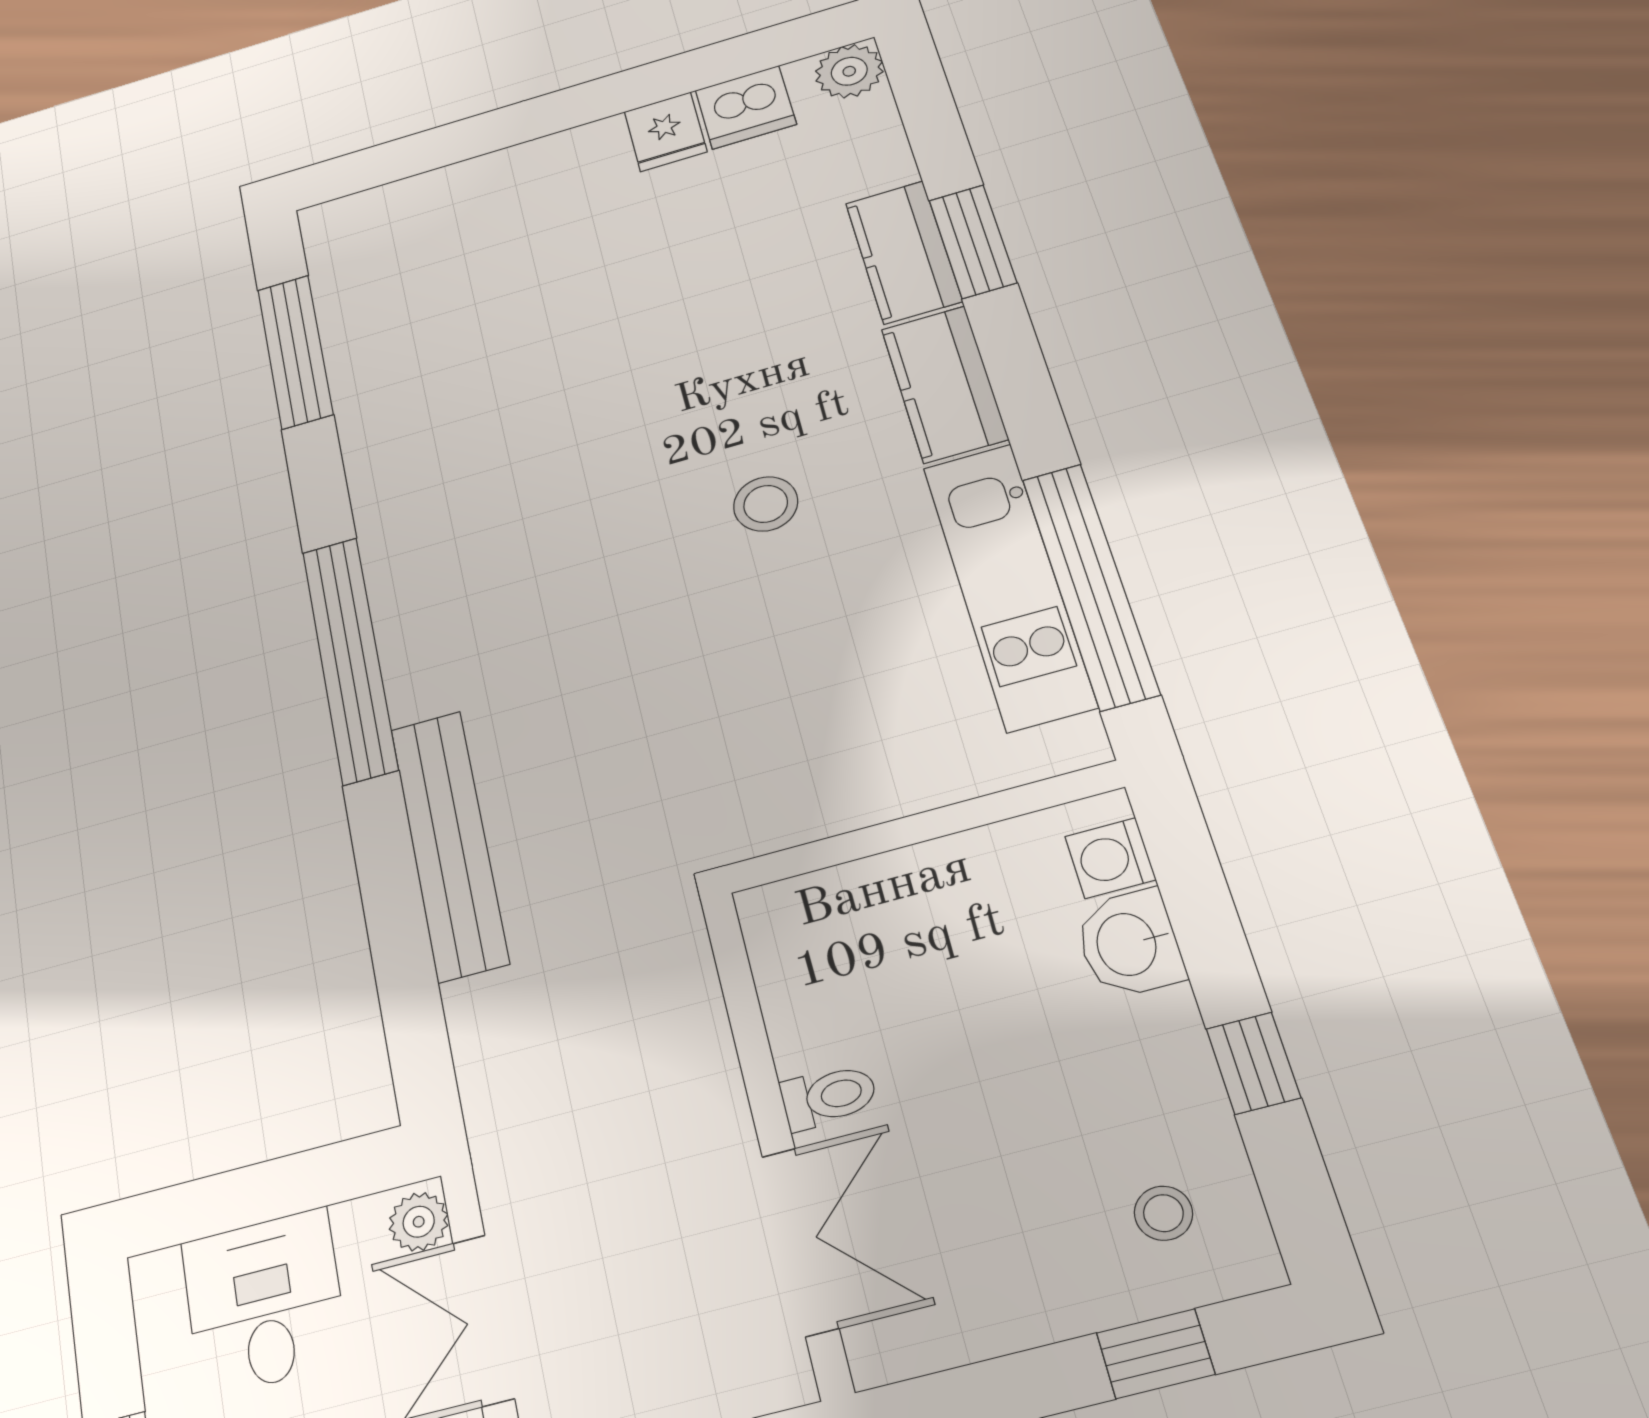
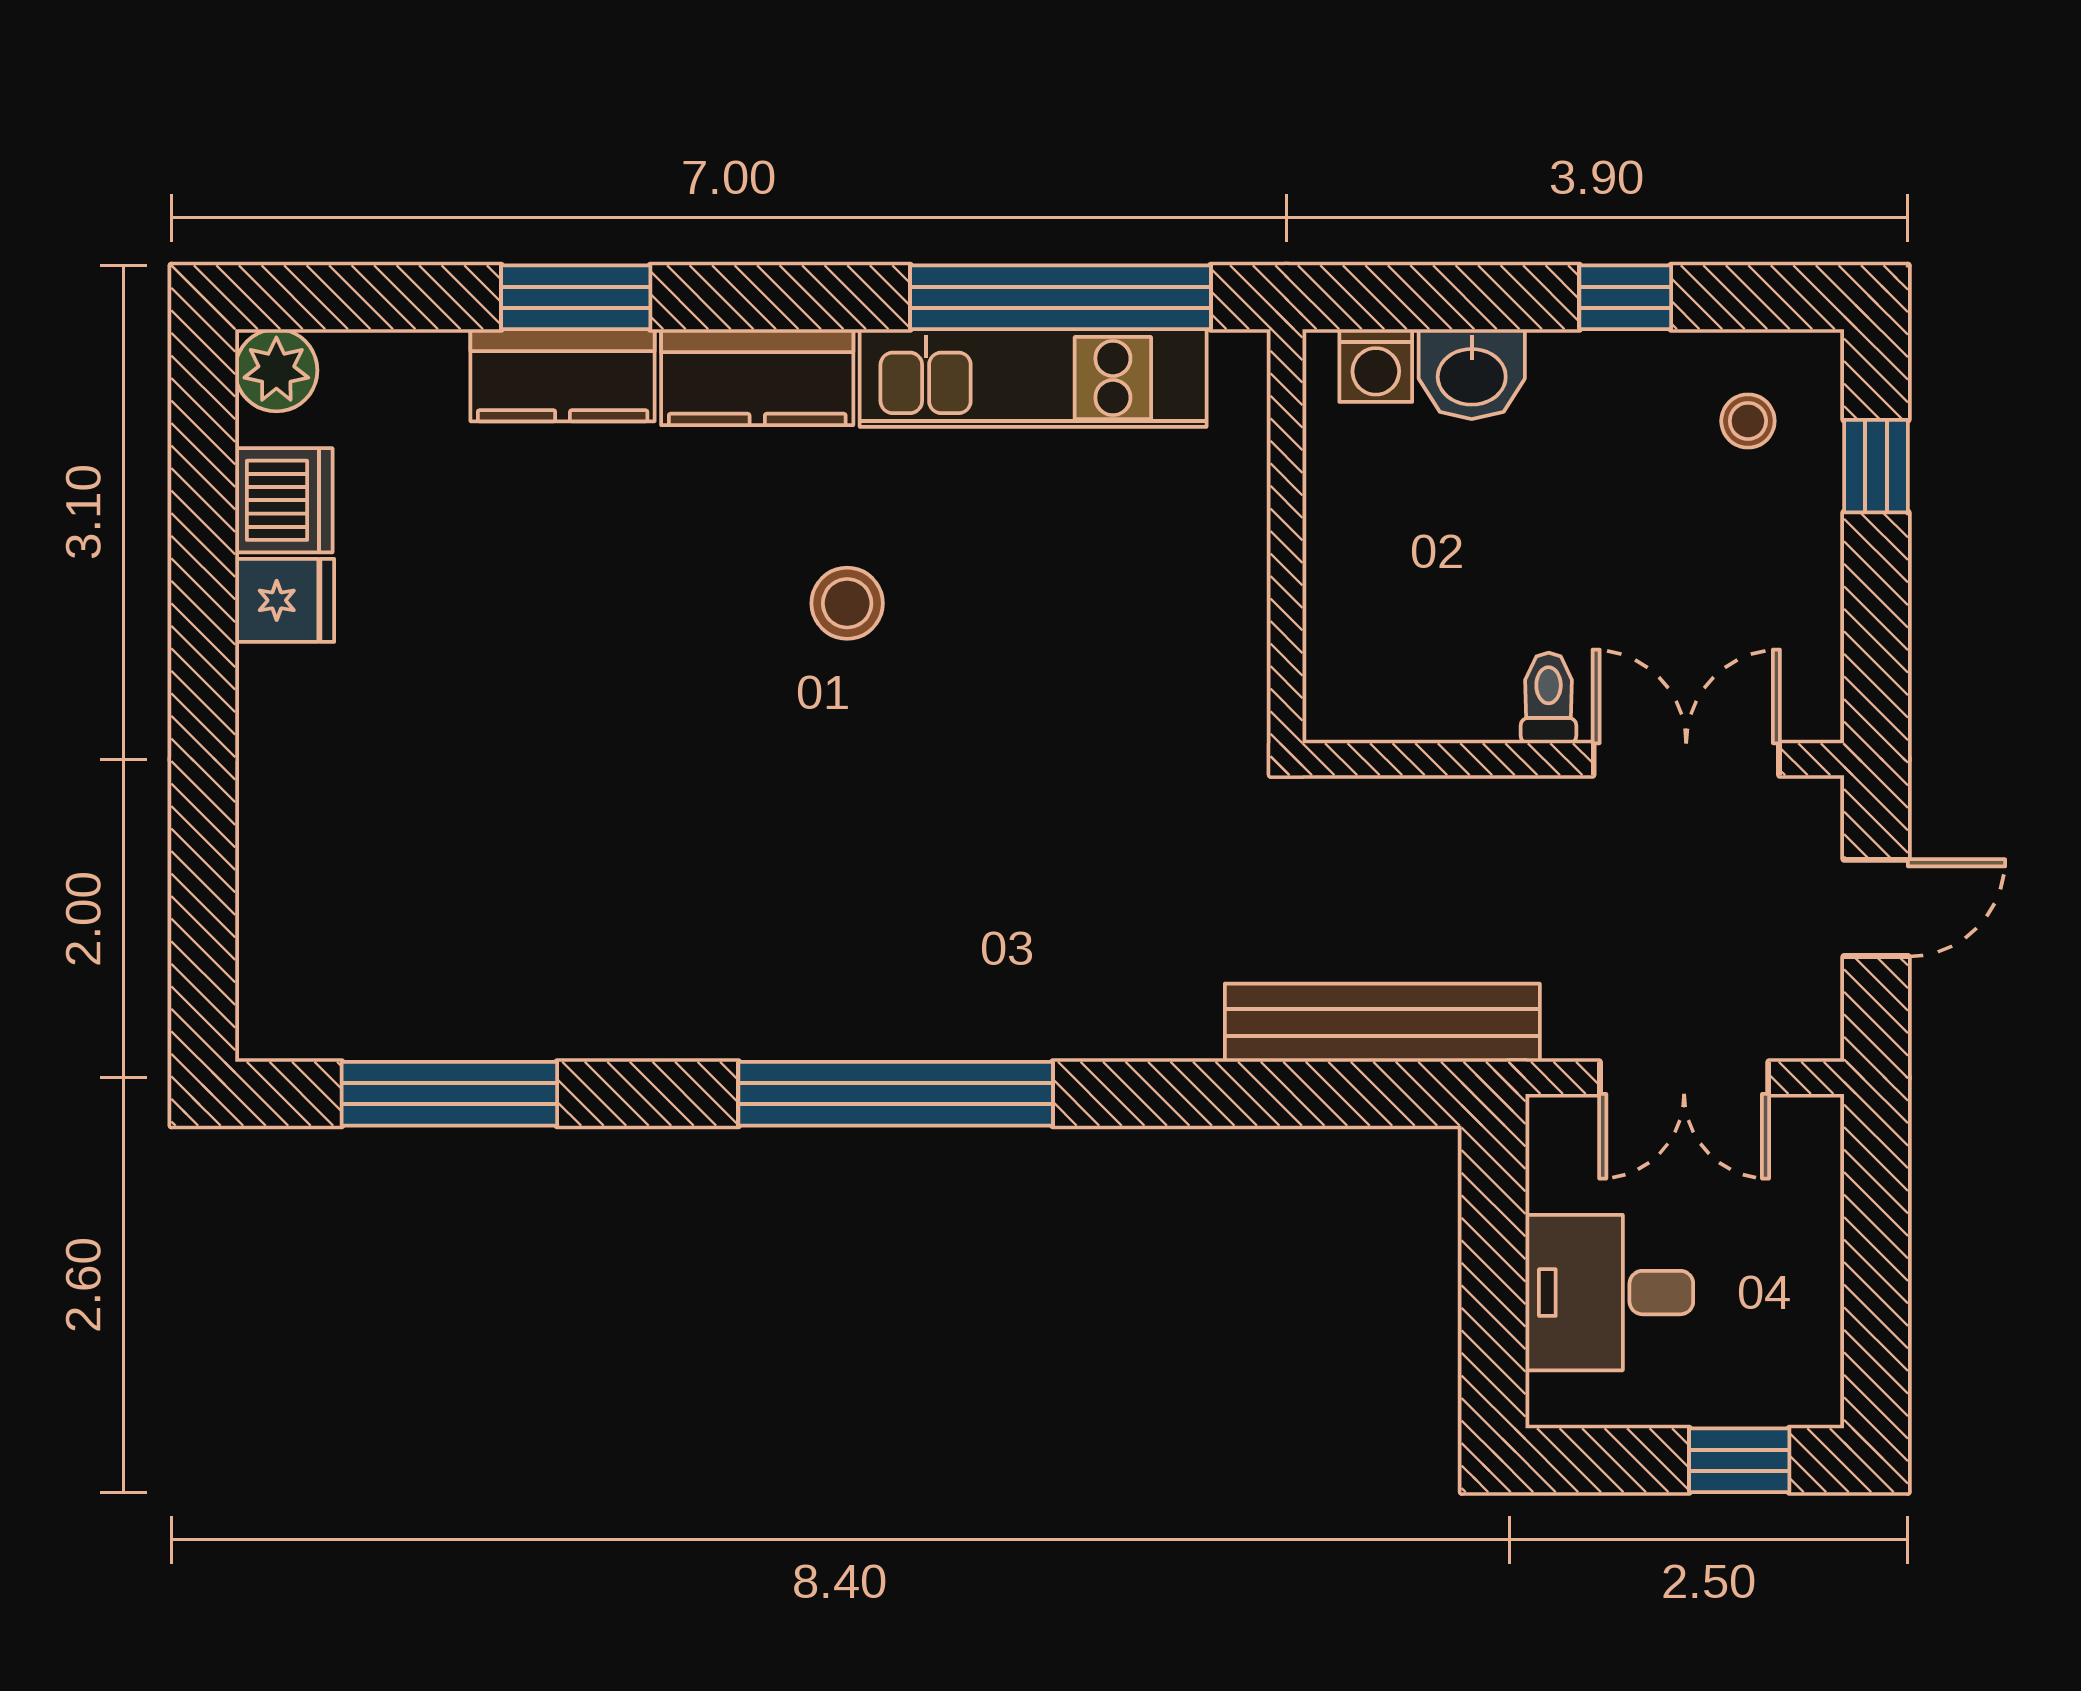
bench: (449, 844) -> (1382, 1023), moved
plant: (419, 1222) -> (1568, 1125), removed

